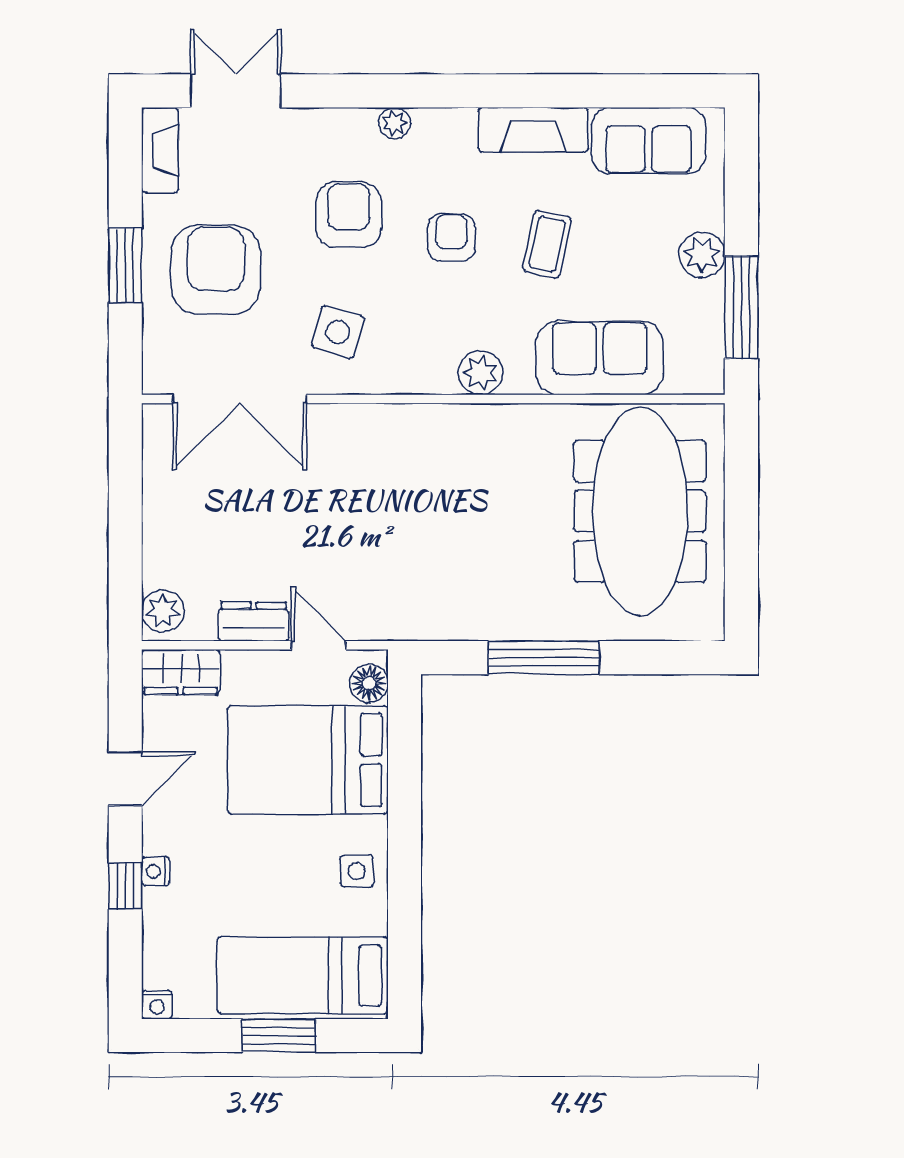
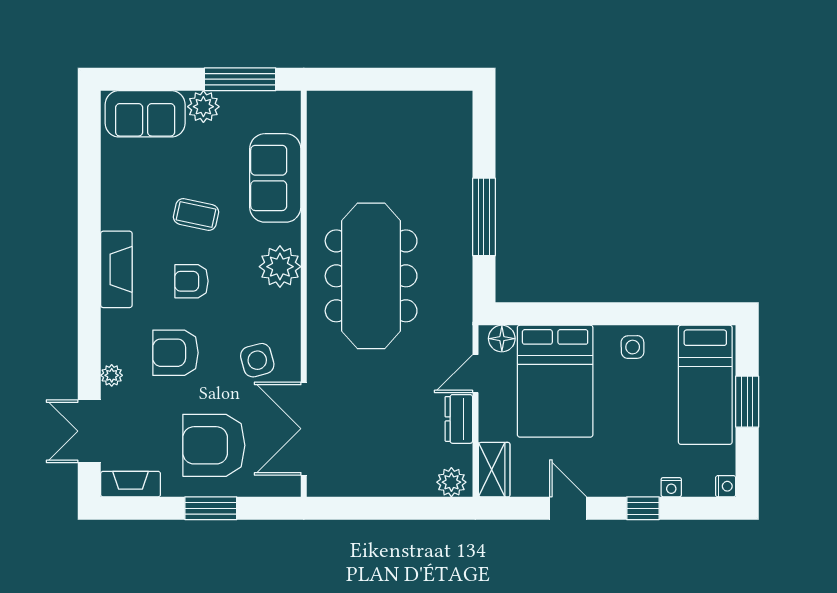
plant: (395, 123) -> (112, 375), moved
fireplace: (533, 130) -> (116, 269), moved
sofa: (649, 141) -> (145, 114), moved, turned 90
side table: (338, 332) -> (257, 360), turned -31
plant: (480, 373) -> (280, 267), width x1.36, depth x1.36
double door: (240, 399) -> (304, 429), swing flipped
meeting table: (640, 511) -> (371, 276), moved, turned 90
nightstand: (156, 871) -> (671, 487), moved

